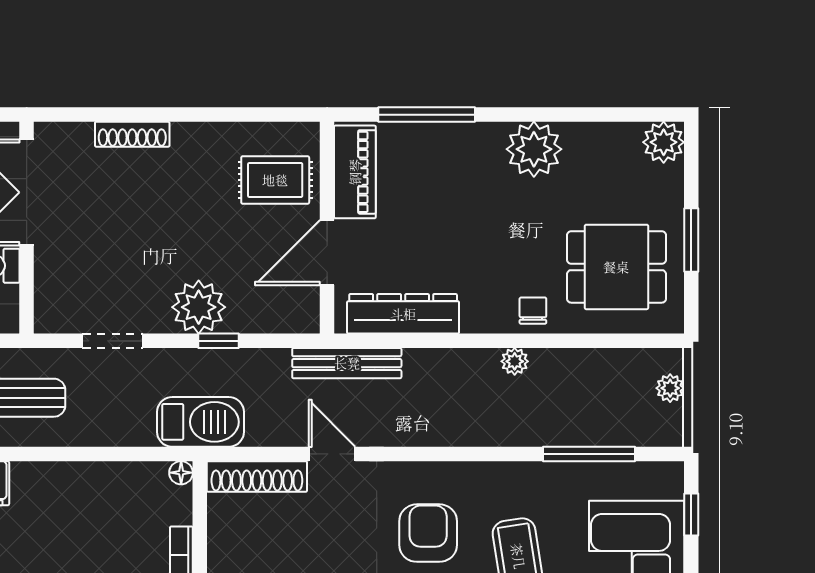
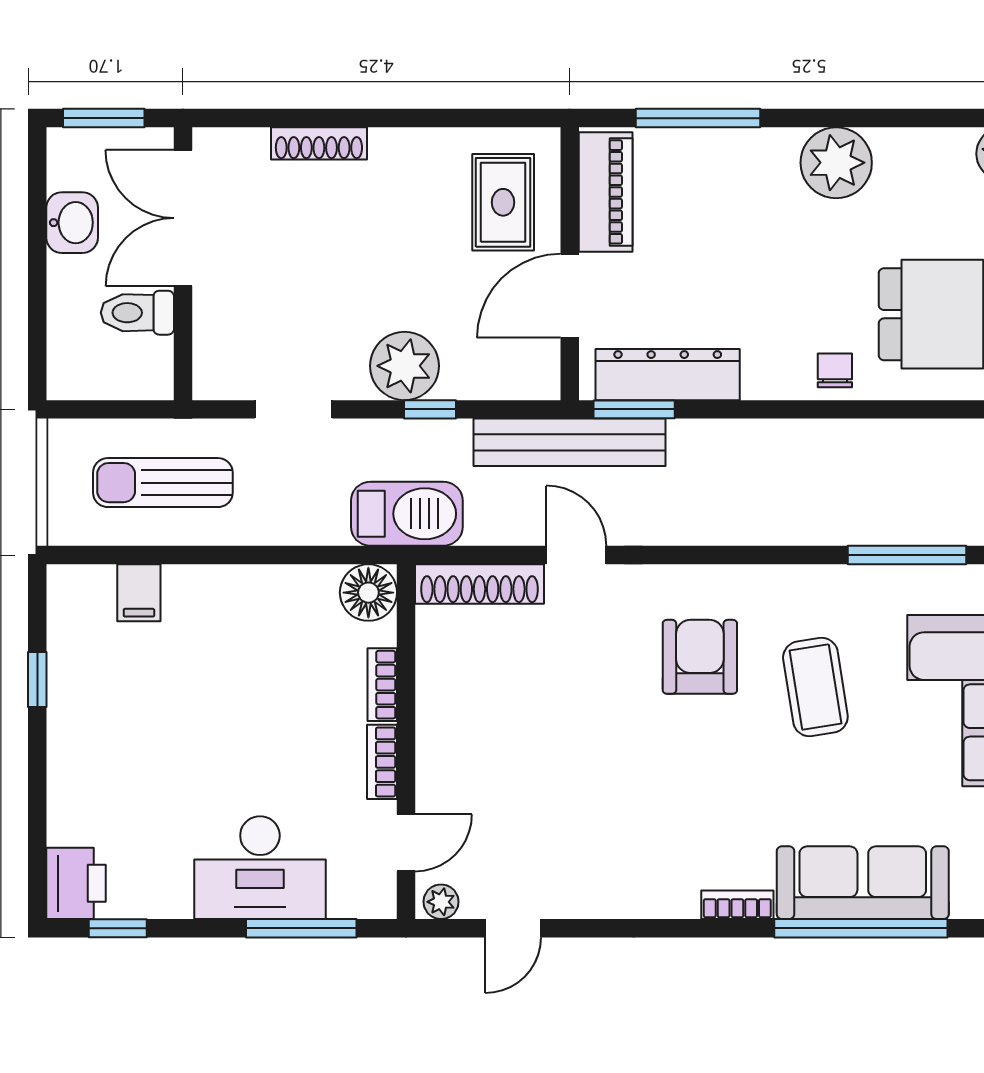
rug: (275, 180) -> (503, 202), turned 90
window: (377, 341) -> (634, 409), added
plant: (515, 361) -> (811, 436), removed
bench: (347, 363) -> (569, 442), width x1.37, depth x1.21
floor lamp: (181, 473) -> (368, 593), width x1.89, depth x1.89

